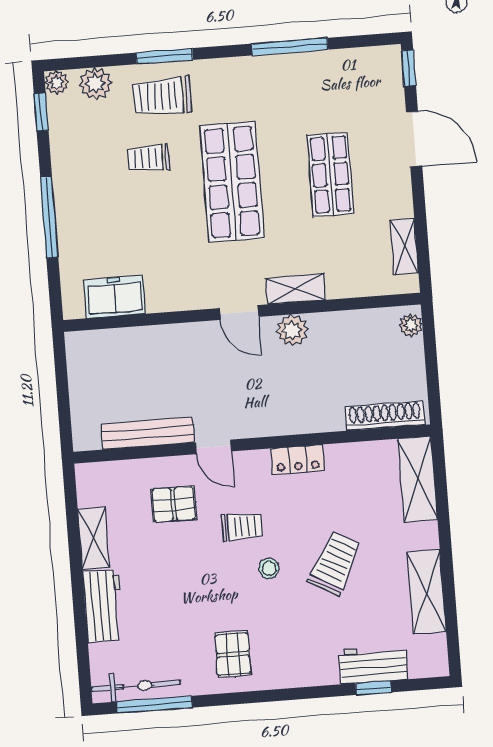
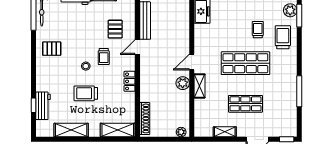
window: (165, 56) -> (299, 16), moved
shelving: (404, 247) -> (225, 132), moved
trolley: (335, 563) -> (86, 93), turned 151

